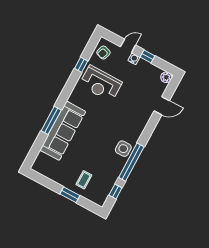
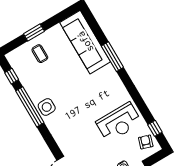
window: (81, 65) -> (155, 128), moved
reception desk: (101, 84) -> (119, 122), turned 180
sofa: (63, 131) -> (85, 42), moved

